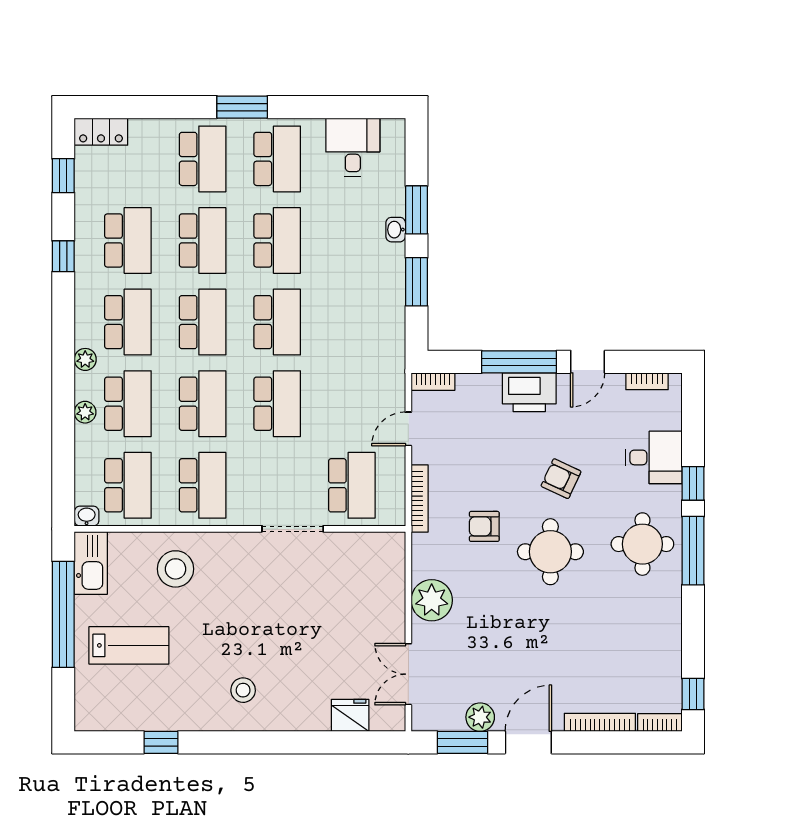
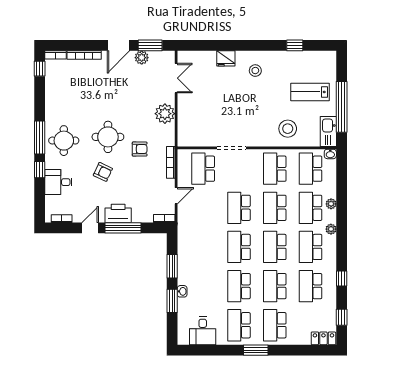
fridge: (350, 715) -> (226, 58), moved

